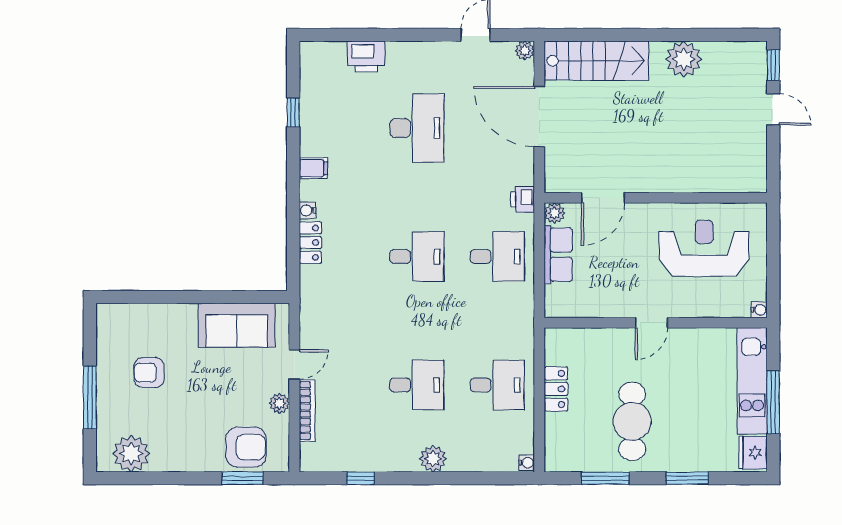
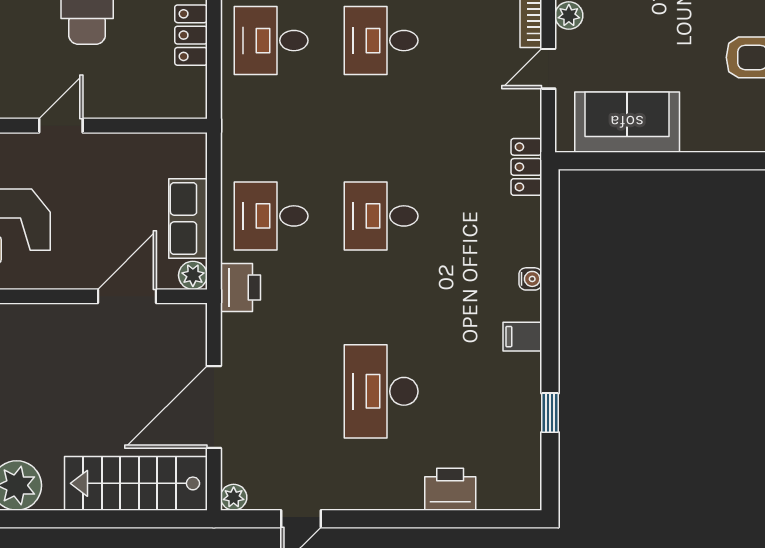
door: (539, 117) -> (214, 407), swing flipped
printer: (523, 199) -> (241, 288), width x1.36, depth x1.24
locker: (310, 243) -> (526, 167), moved

